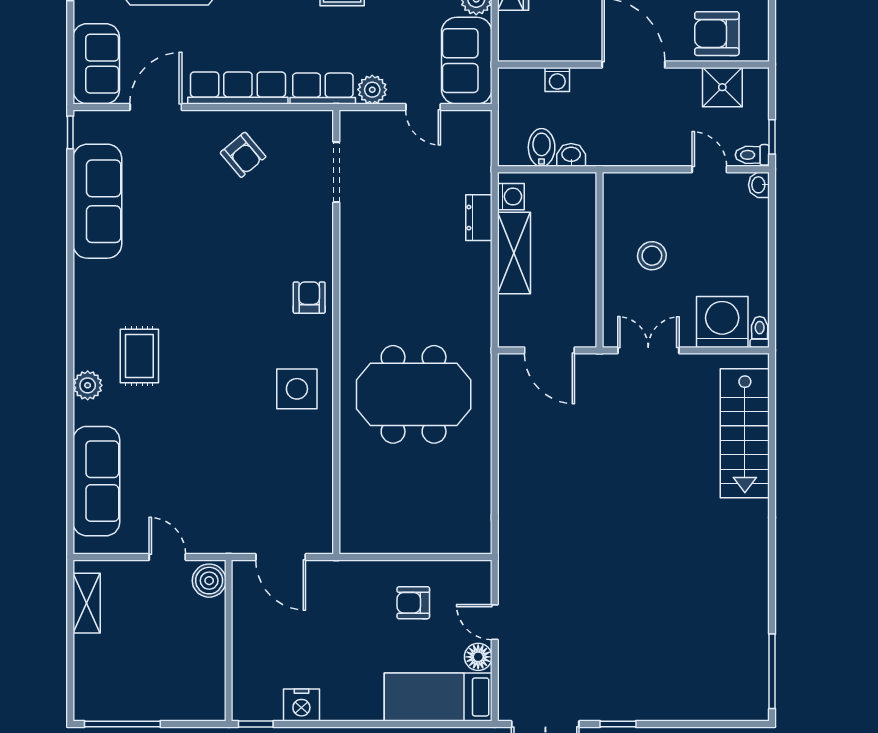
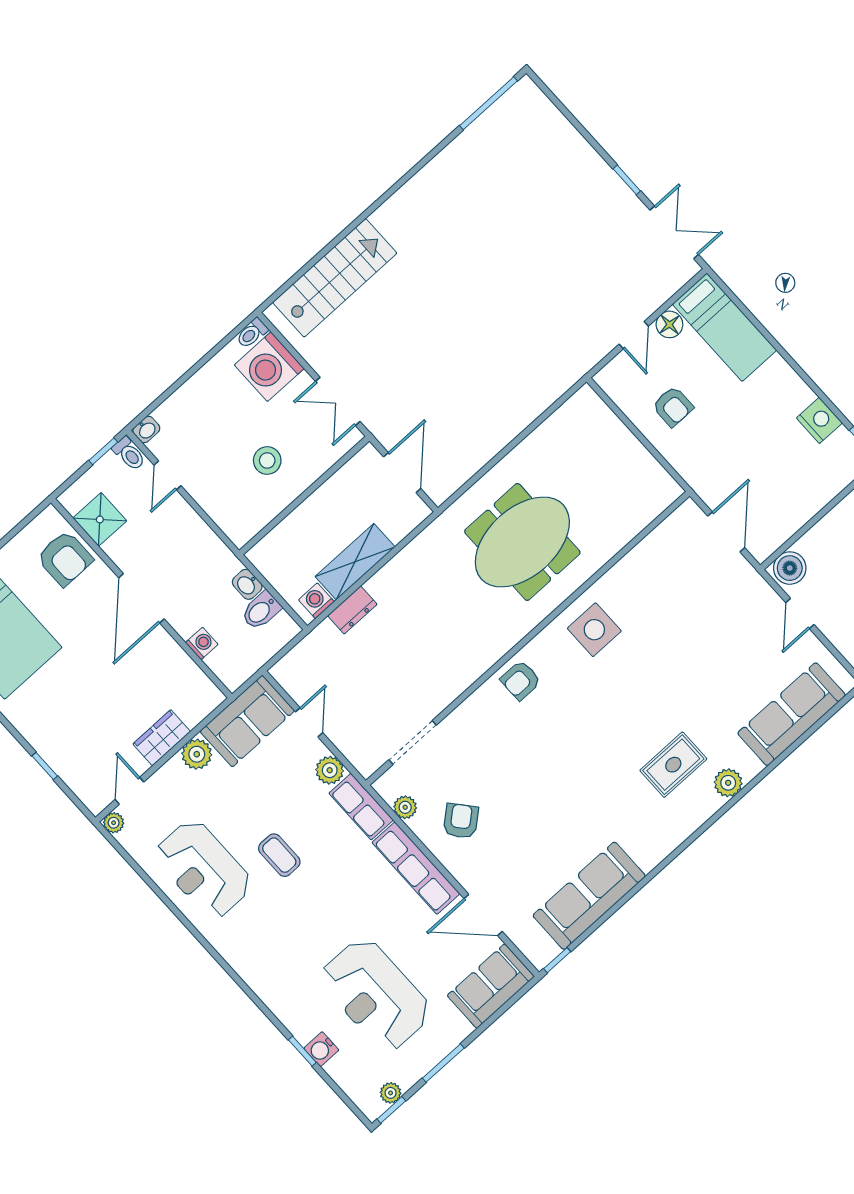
plant: (292, 122) -> (405, 807), added
meeting table: (414, 394) -> (522, 542), turned 90

